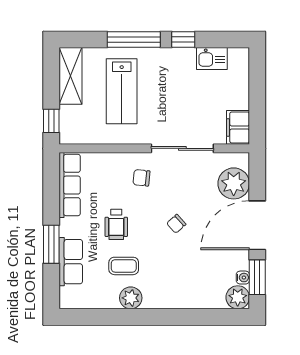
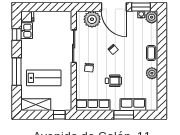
window: (183, 39) -> (17, 35), moved
fridge: (239, 60) -> (27, 16), added
filing cabinet: (238, 127) -> (63, 17), removed
coffee table: (124, 266) -> (151, 53), moved

